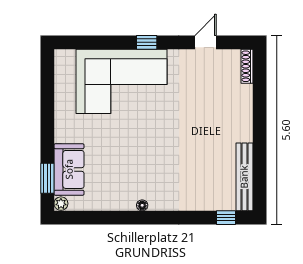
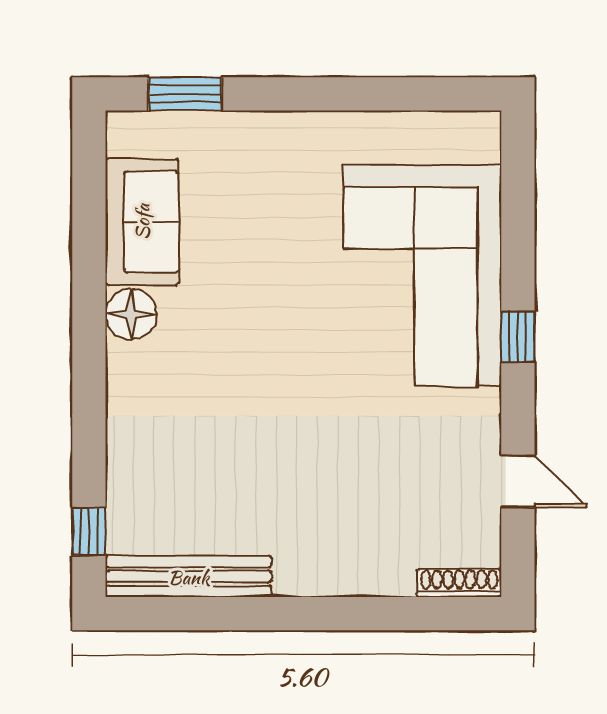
sofa: (69, 169) -> (142, 222), moved, turned -90
plant: (61, 204) -> (123, 127), removed
floor lamp: (142, 205) -> (131, 314), width x1.89, depth x1.89

